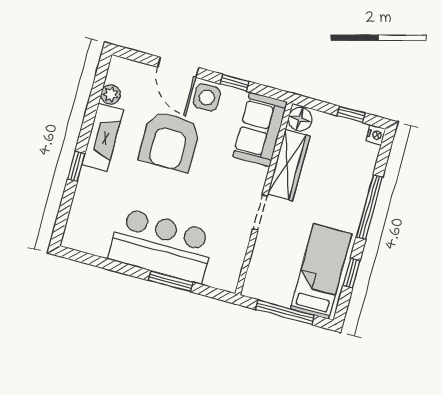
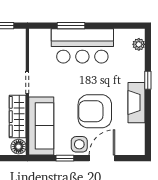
door: (178, 67) -> (102, 158), hinge flipped
plant: (111, 95) -> (139, 44), moved
sofa: (260, 129) -> (41, 126), width x1.36
armchair: (170, 141) -> (95, 111), turned -90

